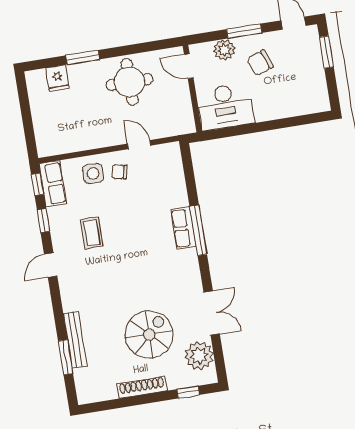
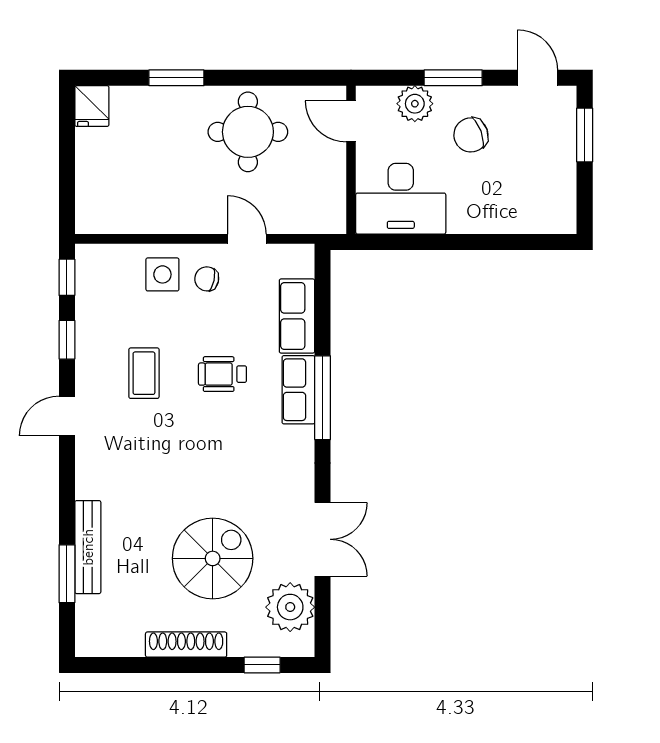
fridge: (57, 78) -> (92, 106), moved
row of seats: (53, 184) -> (297, 316), moved, turned 180
wheelchair: (138, 226) -> (222, 374), added

